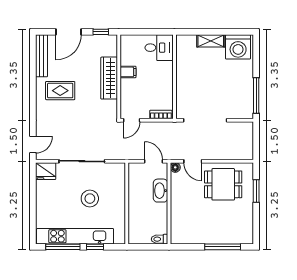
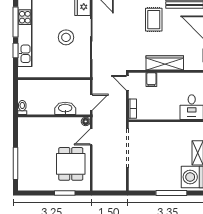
filing cabinet: (128, 72) -> (151, 80), moved
window: (256, 95) -> (171, 193), moved
stool: (90, 199) -> (66, 37), moved

